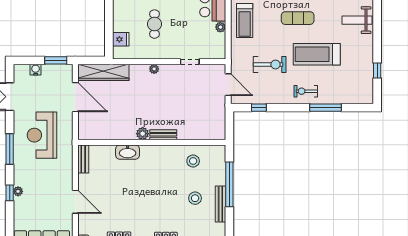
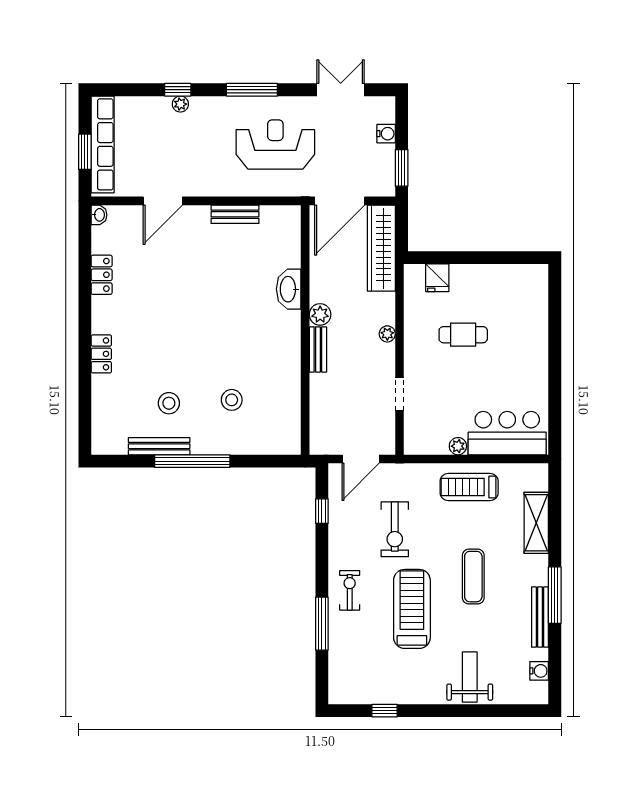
plant: (143, 134) -> (320, 314), moved
bench: (163, 135) -> (318, 349), moved
wall: (152, 142) -> (305, 330), moved
washbasin: (128, 152) -> (289, 289), moved

